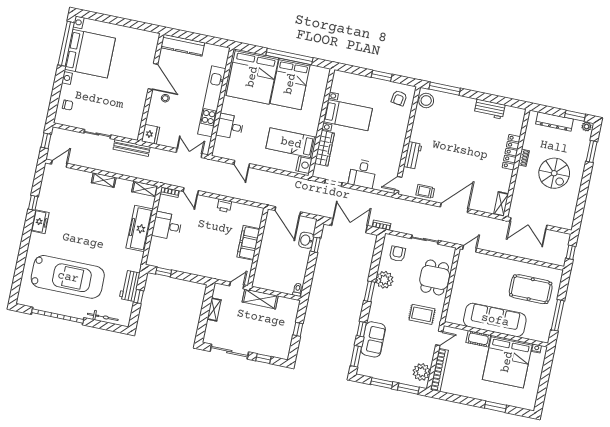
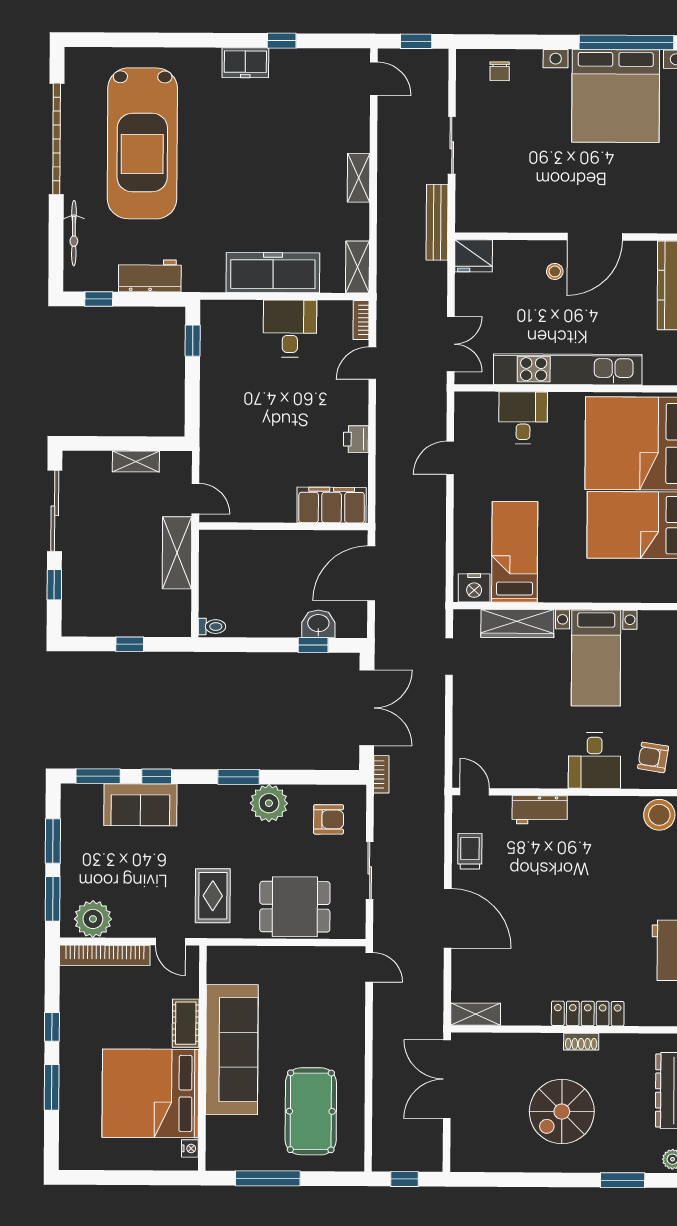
desk: (362, 174) -> (594, 761), moved, turned -90
filing cabinet: (248, 243) -> (332, 505), moved
window: (139, 296) -> (99, 299), moved
window: (468, 401) -> (52, 1027), added

